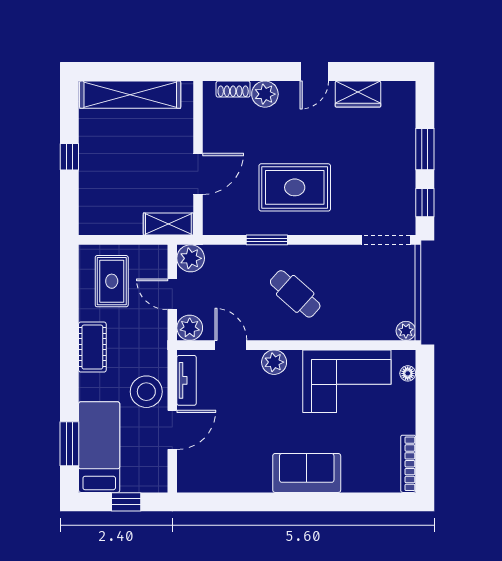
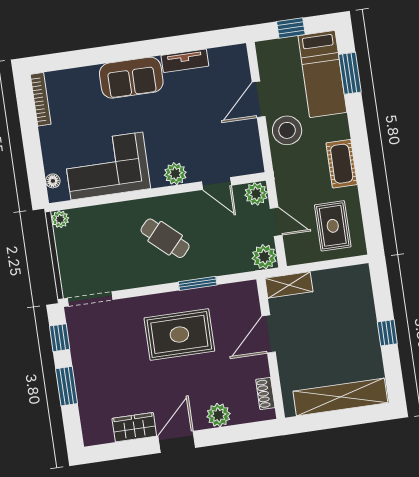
door: (314, 72) -> (177, 442), width x1.38
shoe rack: (233, 89) -> (265, 393), moved, turned -90
tv unit: (187, 380) -> (185, 61), moved, turned -90

